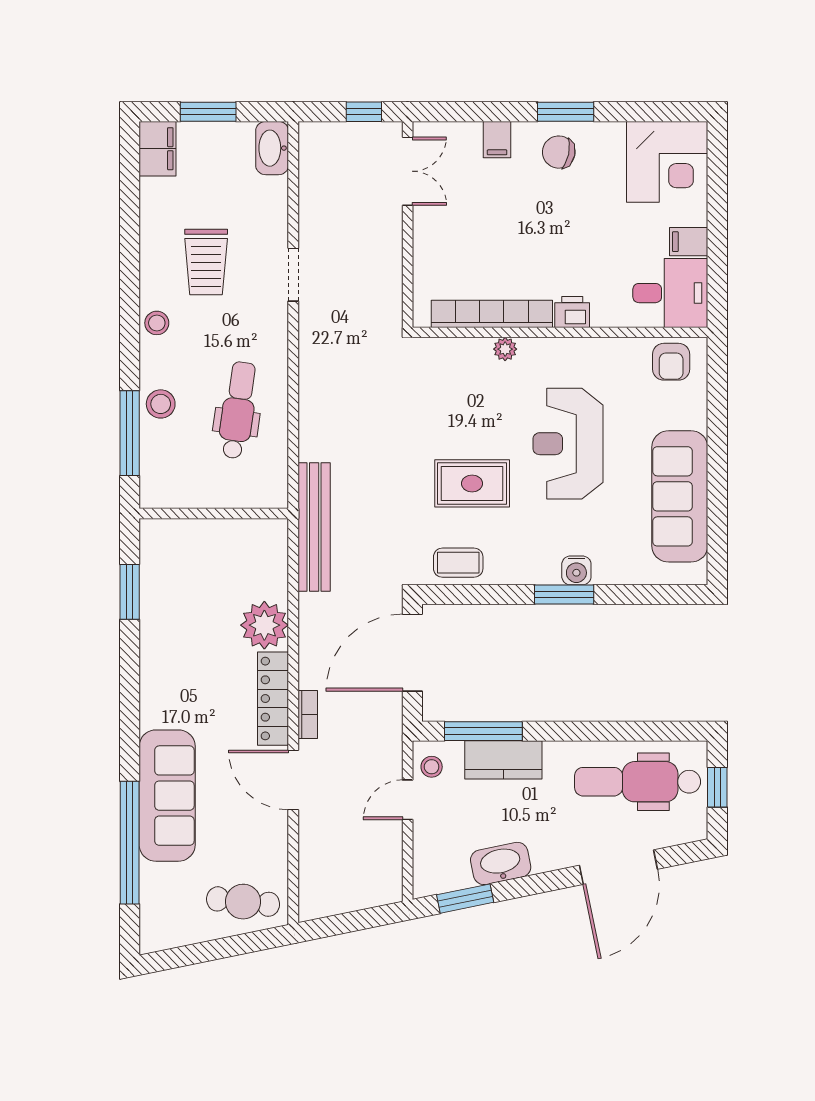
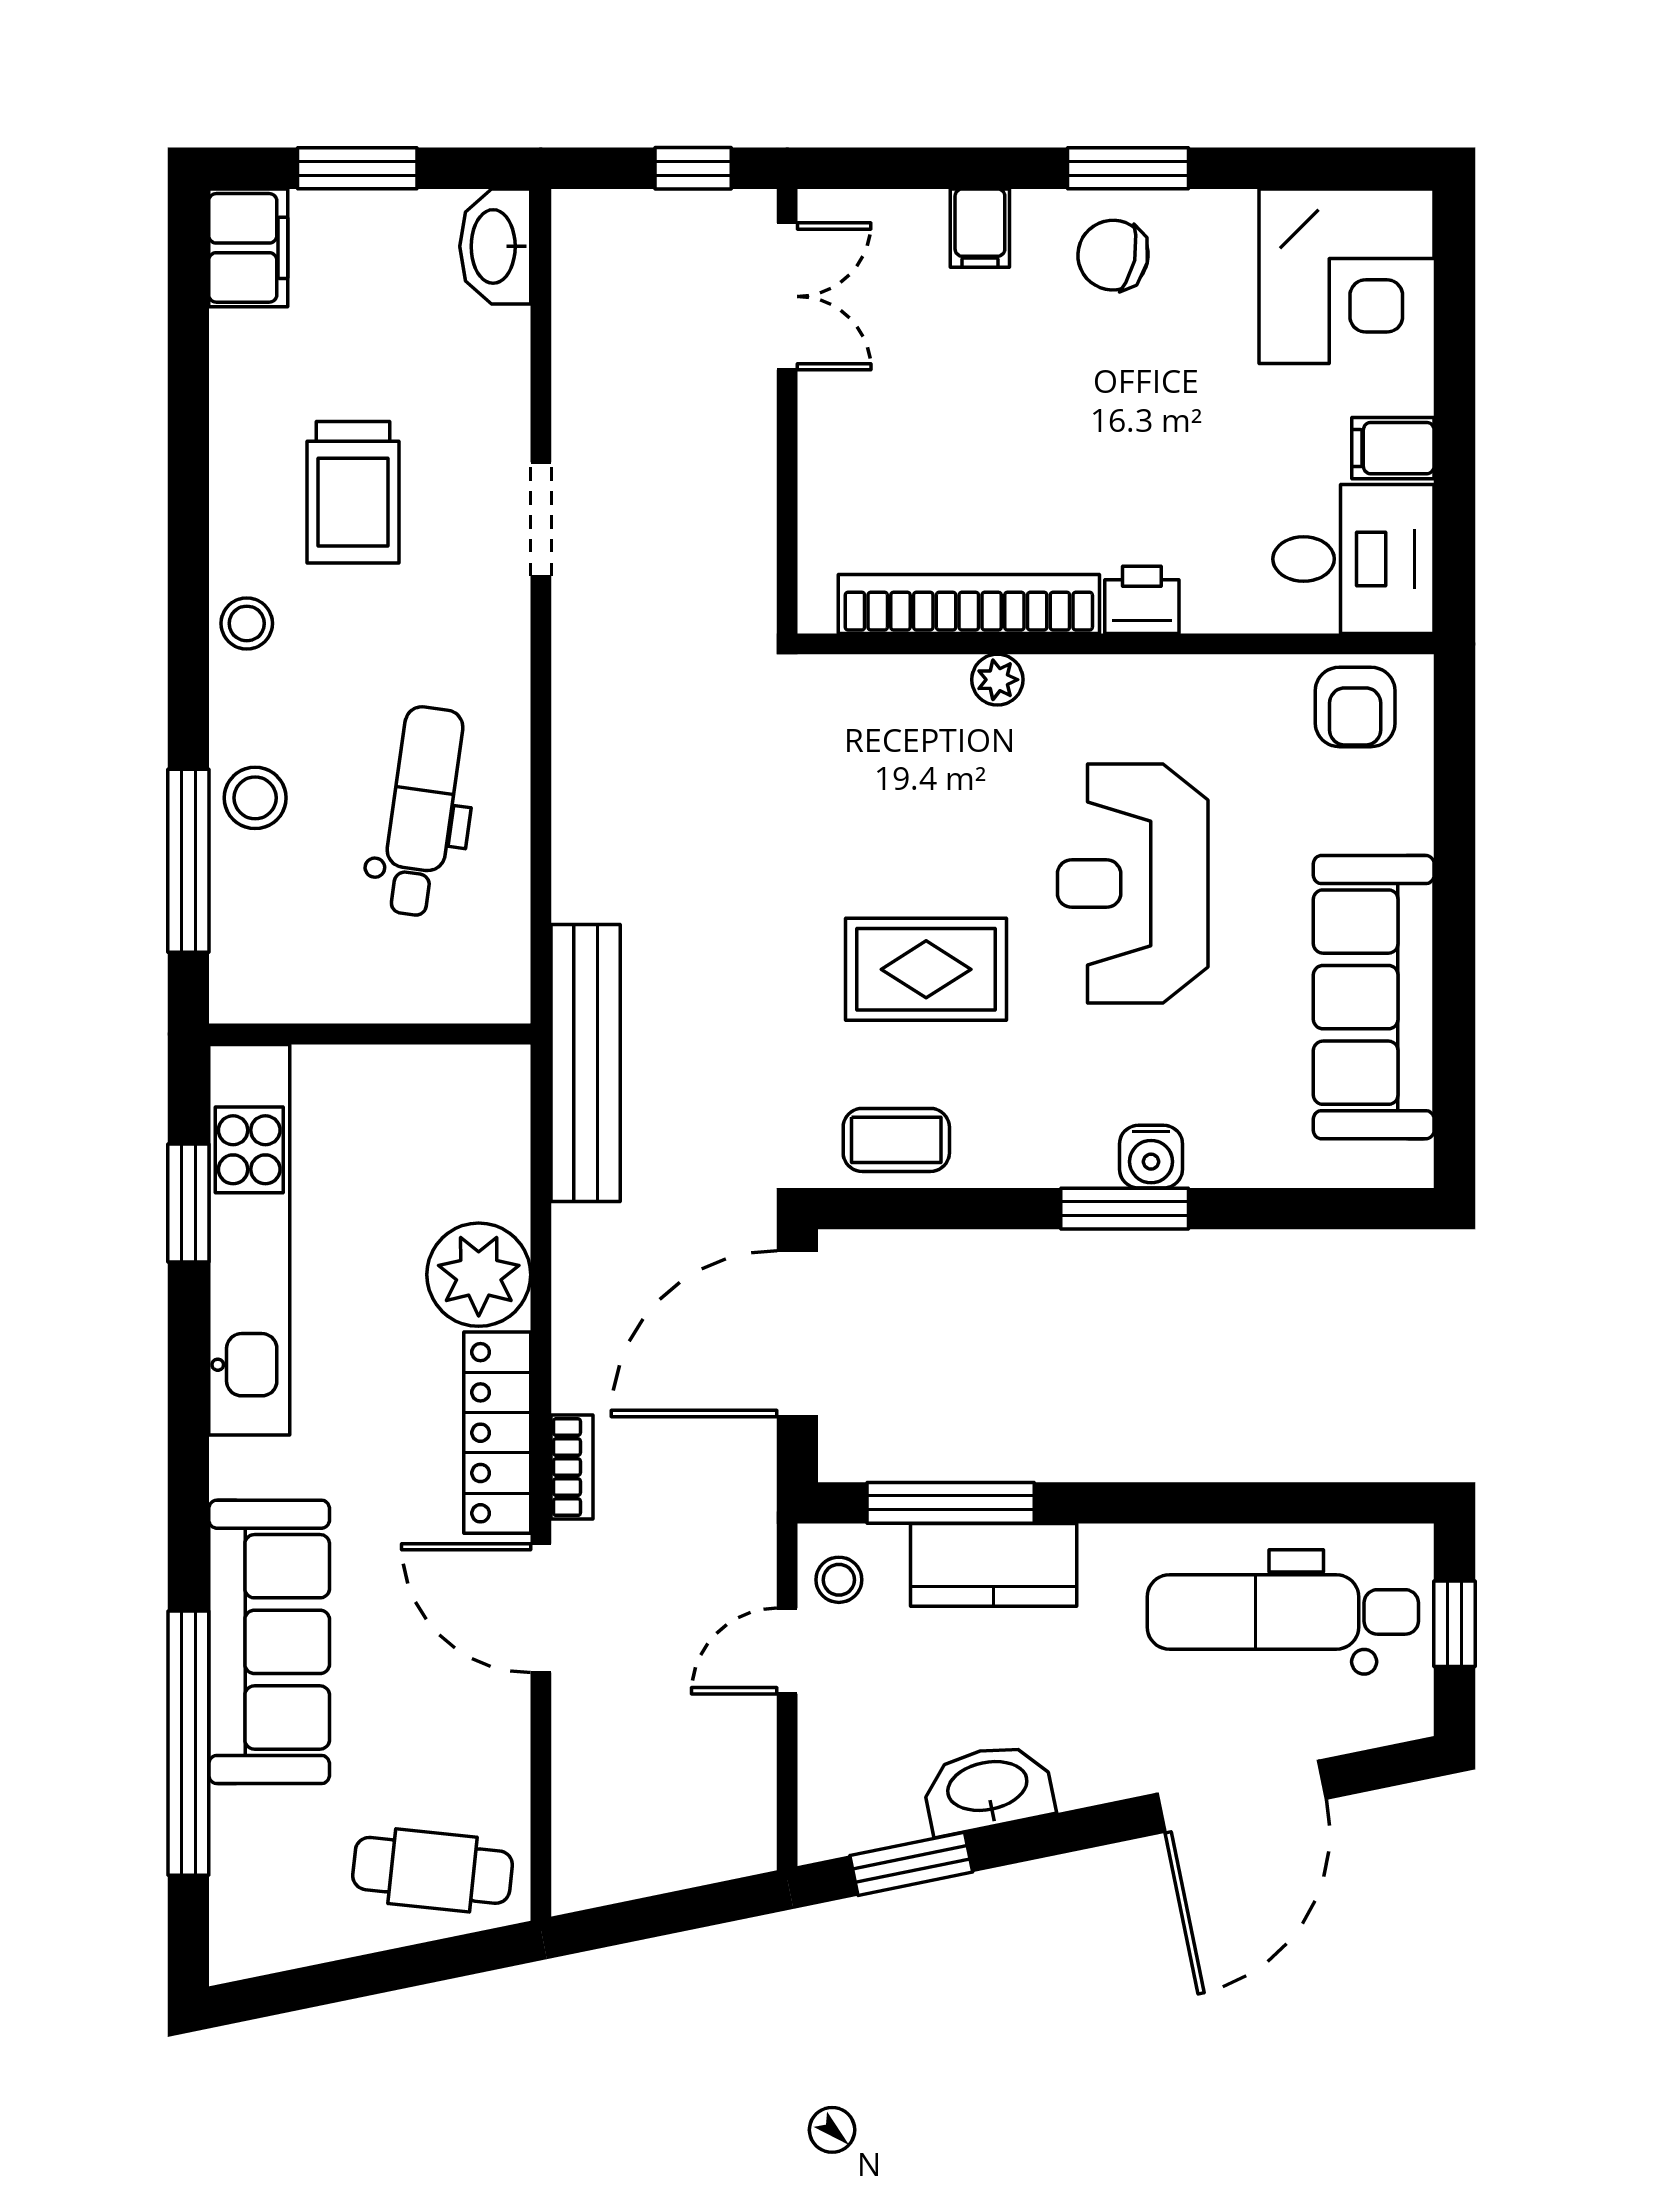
kitchen unit: (158, 609) -> (249, 1240), added

